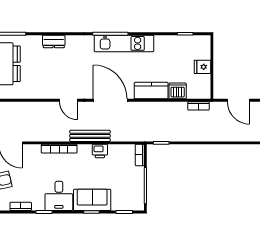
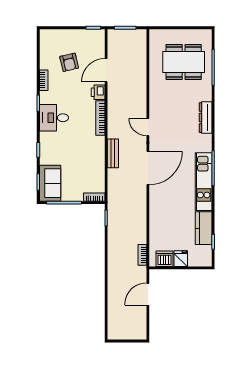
dresser: (54, 41) -> (206, 118), width x1.44
kitchen counter: (151, 91) -> (204, 228), moved, turned 180
dishwasher: (178, 91) -> (165, 259), moved, turned -90
door: (68, 100) -> (148, 127), hinge flipped
bench: (90, 136) -> (113, 153), width x0.73
printer: (100, 151) -> (98, 92), moved
sofa: (92, 200) -> (50, 183), moved

